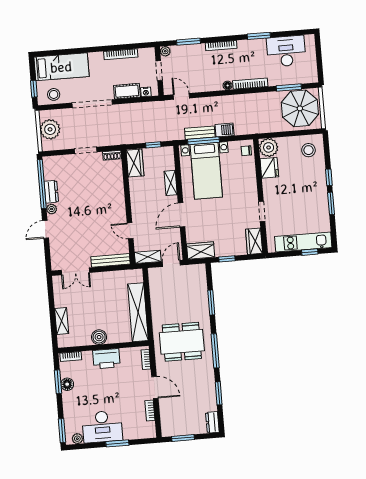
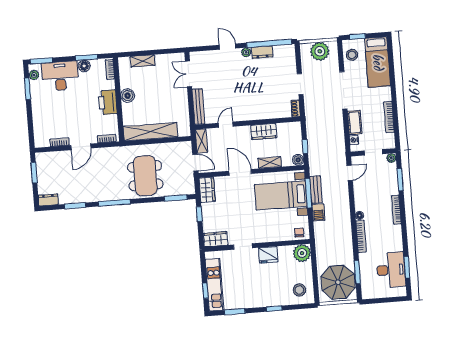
window: (259, 36) -> (407, 267), moved
boiler: (168, 152) -> (298, 160), added
wardrobe: (135, 163) -> (264, 131), moved
fridge: (269, 168) -> (268, 255), moved
window: (331, 203) -> (235, 312), moved
window: (211, 303) -> (176, 198), moved
dining table: (182, 342) -> (145, 176), moved
desk: (102, 427) -> (60, 76), moved, turned 90
window: (117, 443) -> (28, 89), moved

